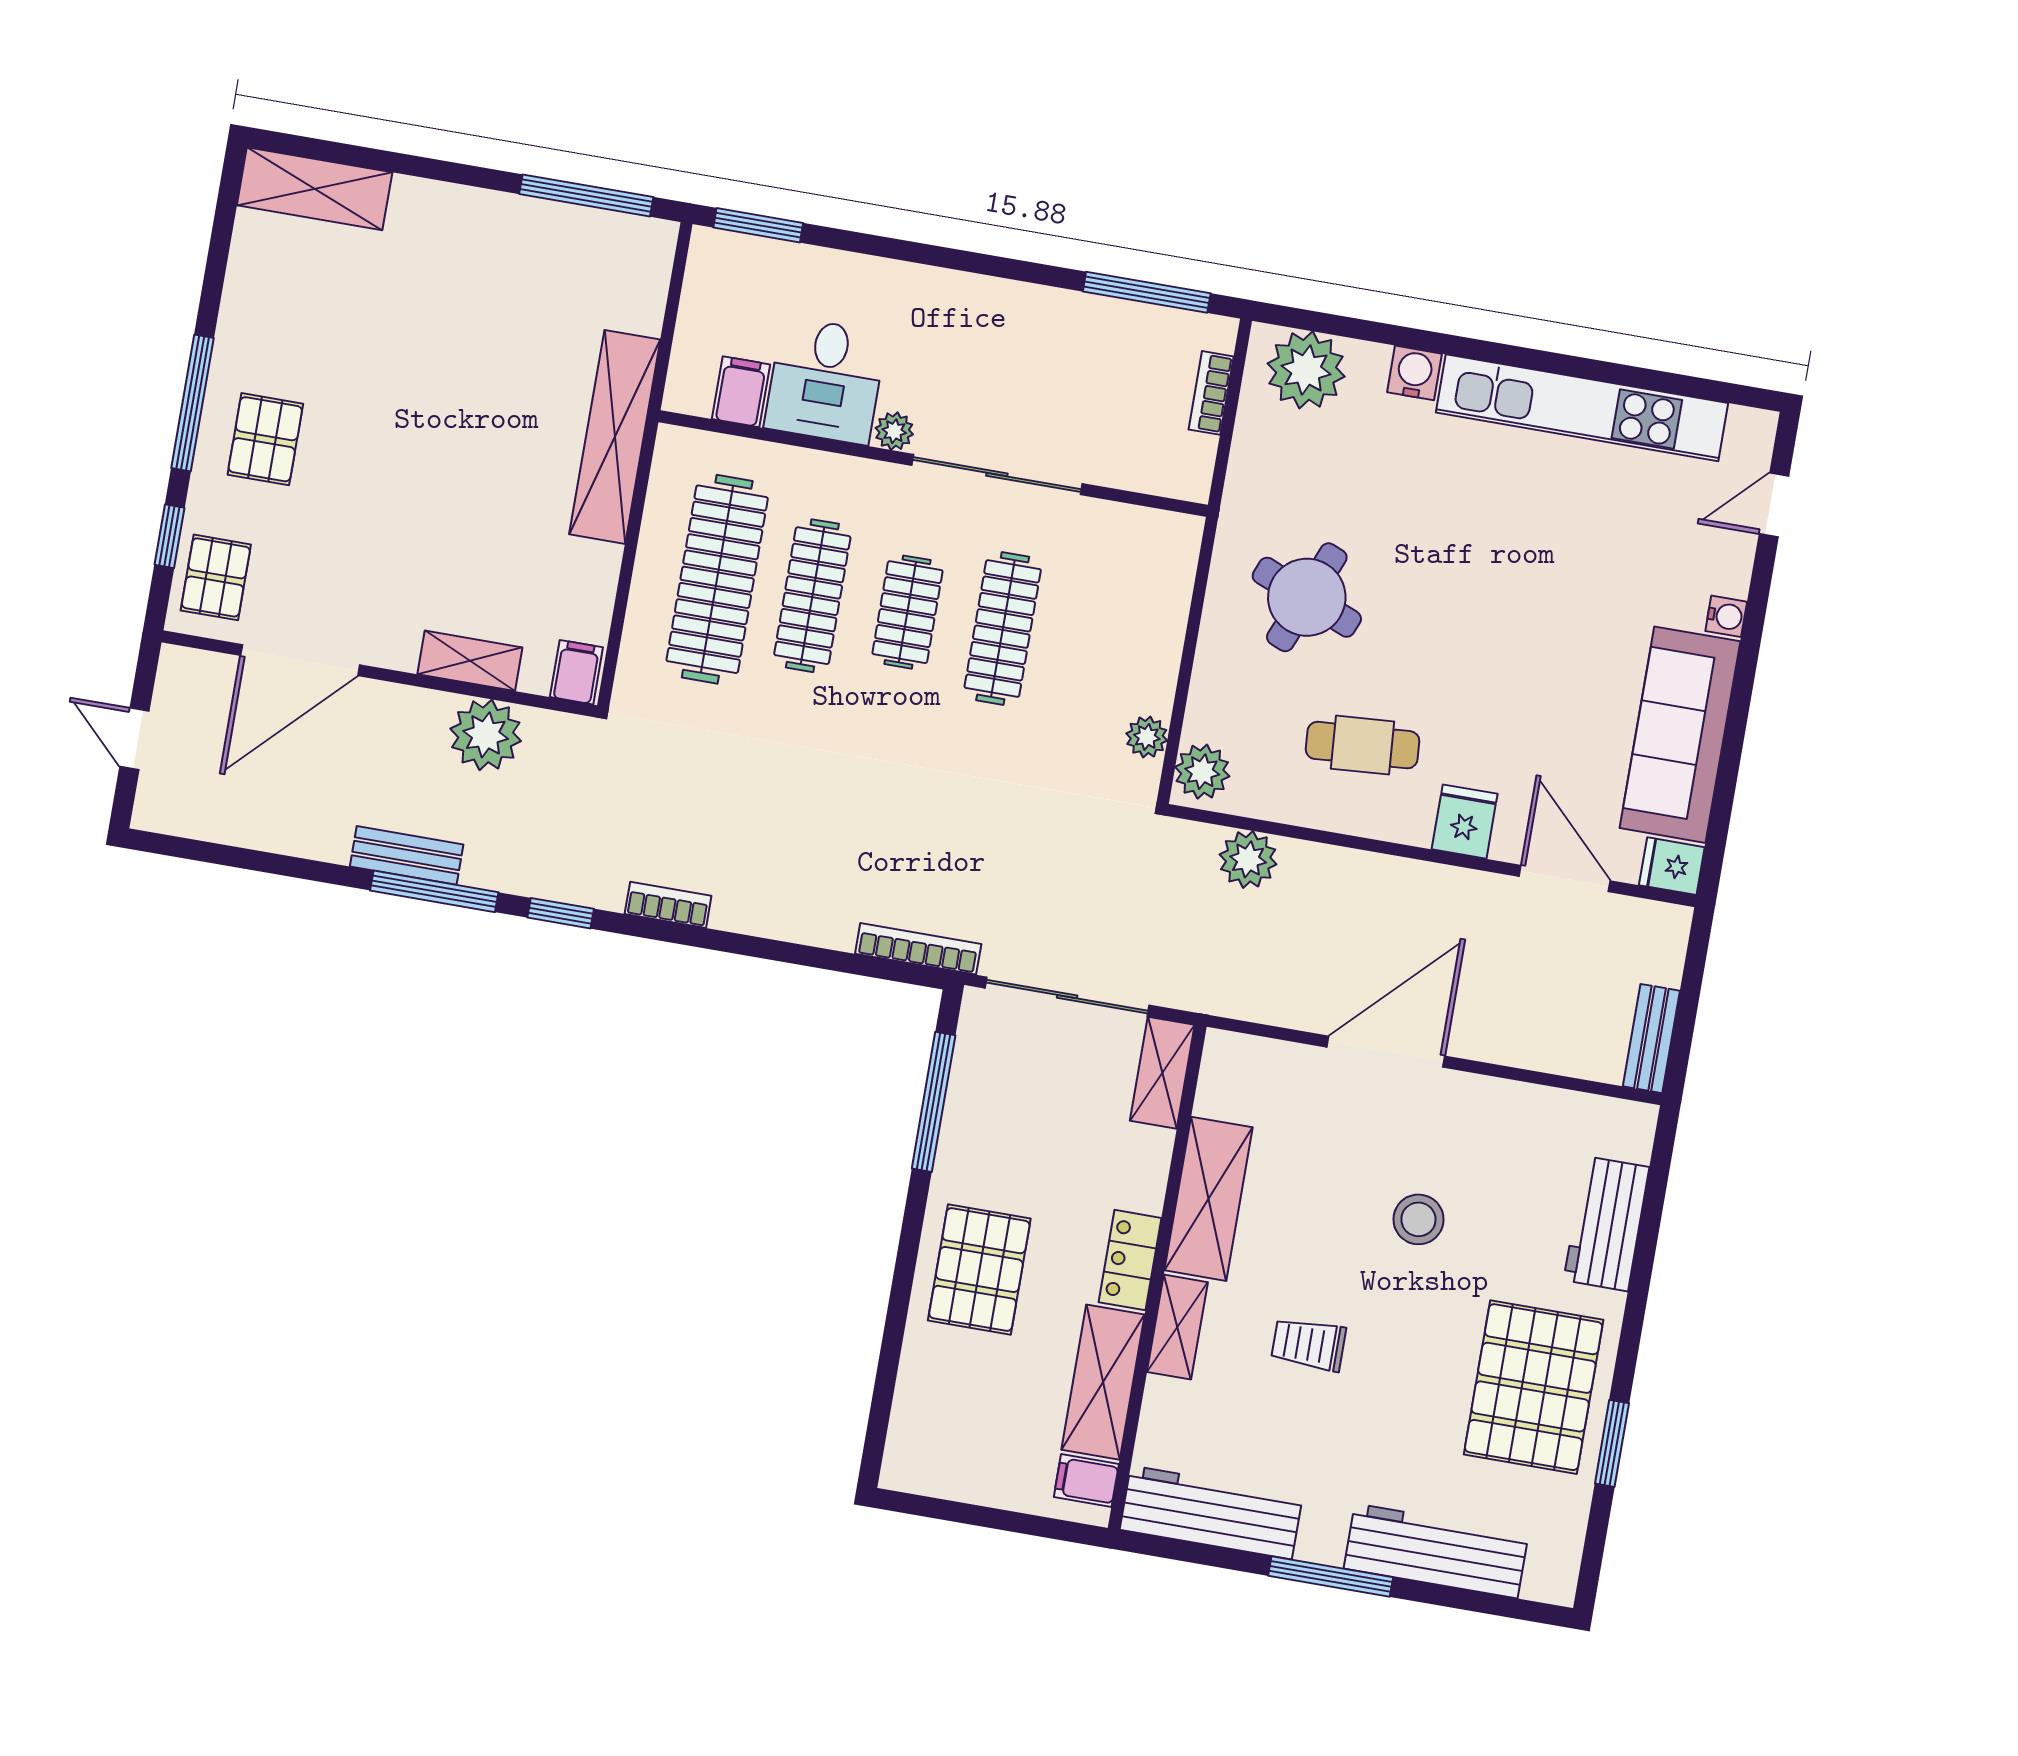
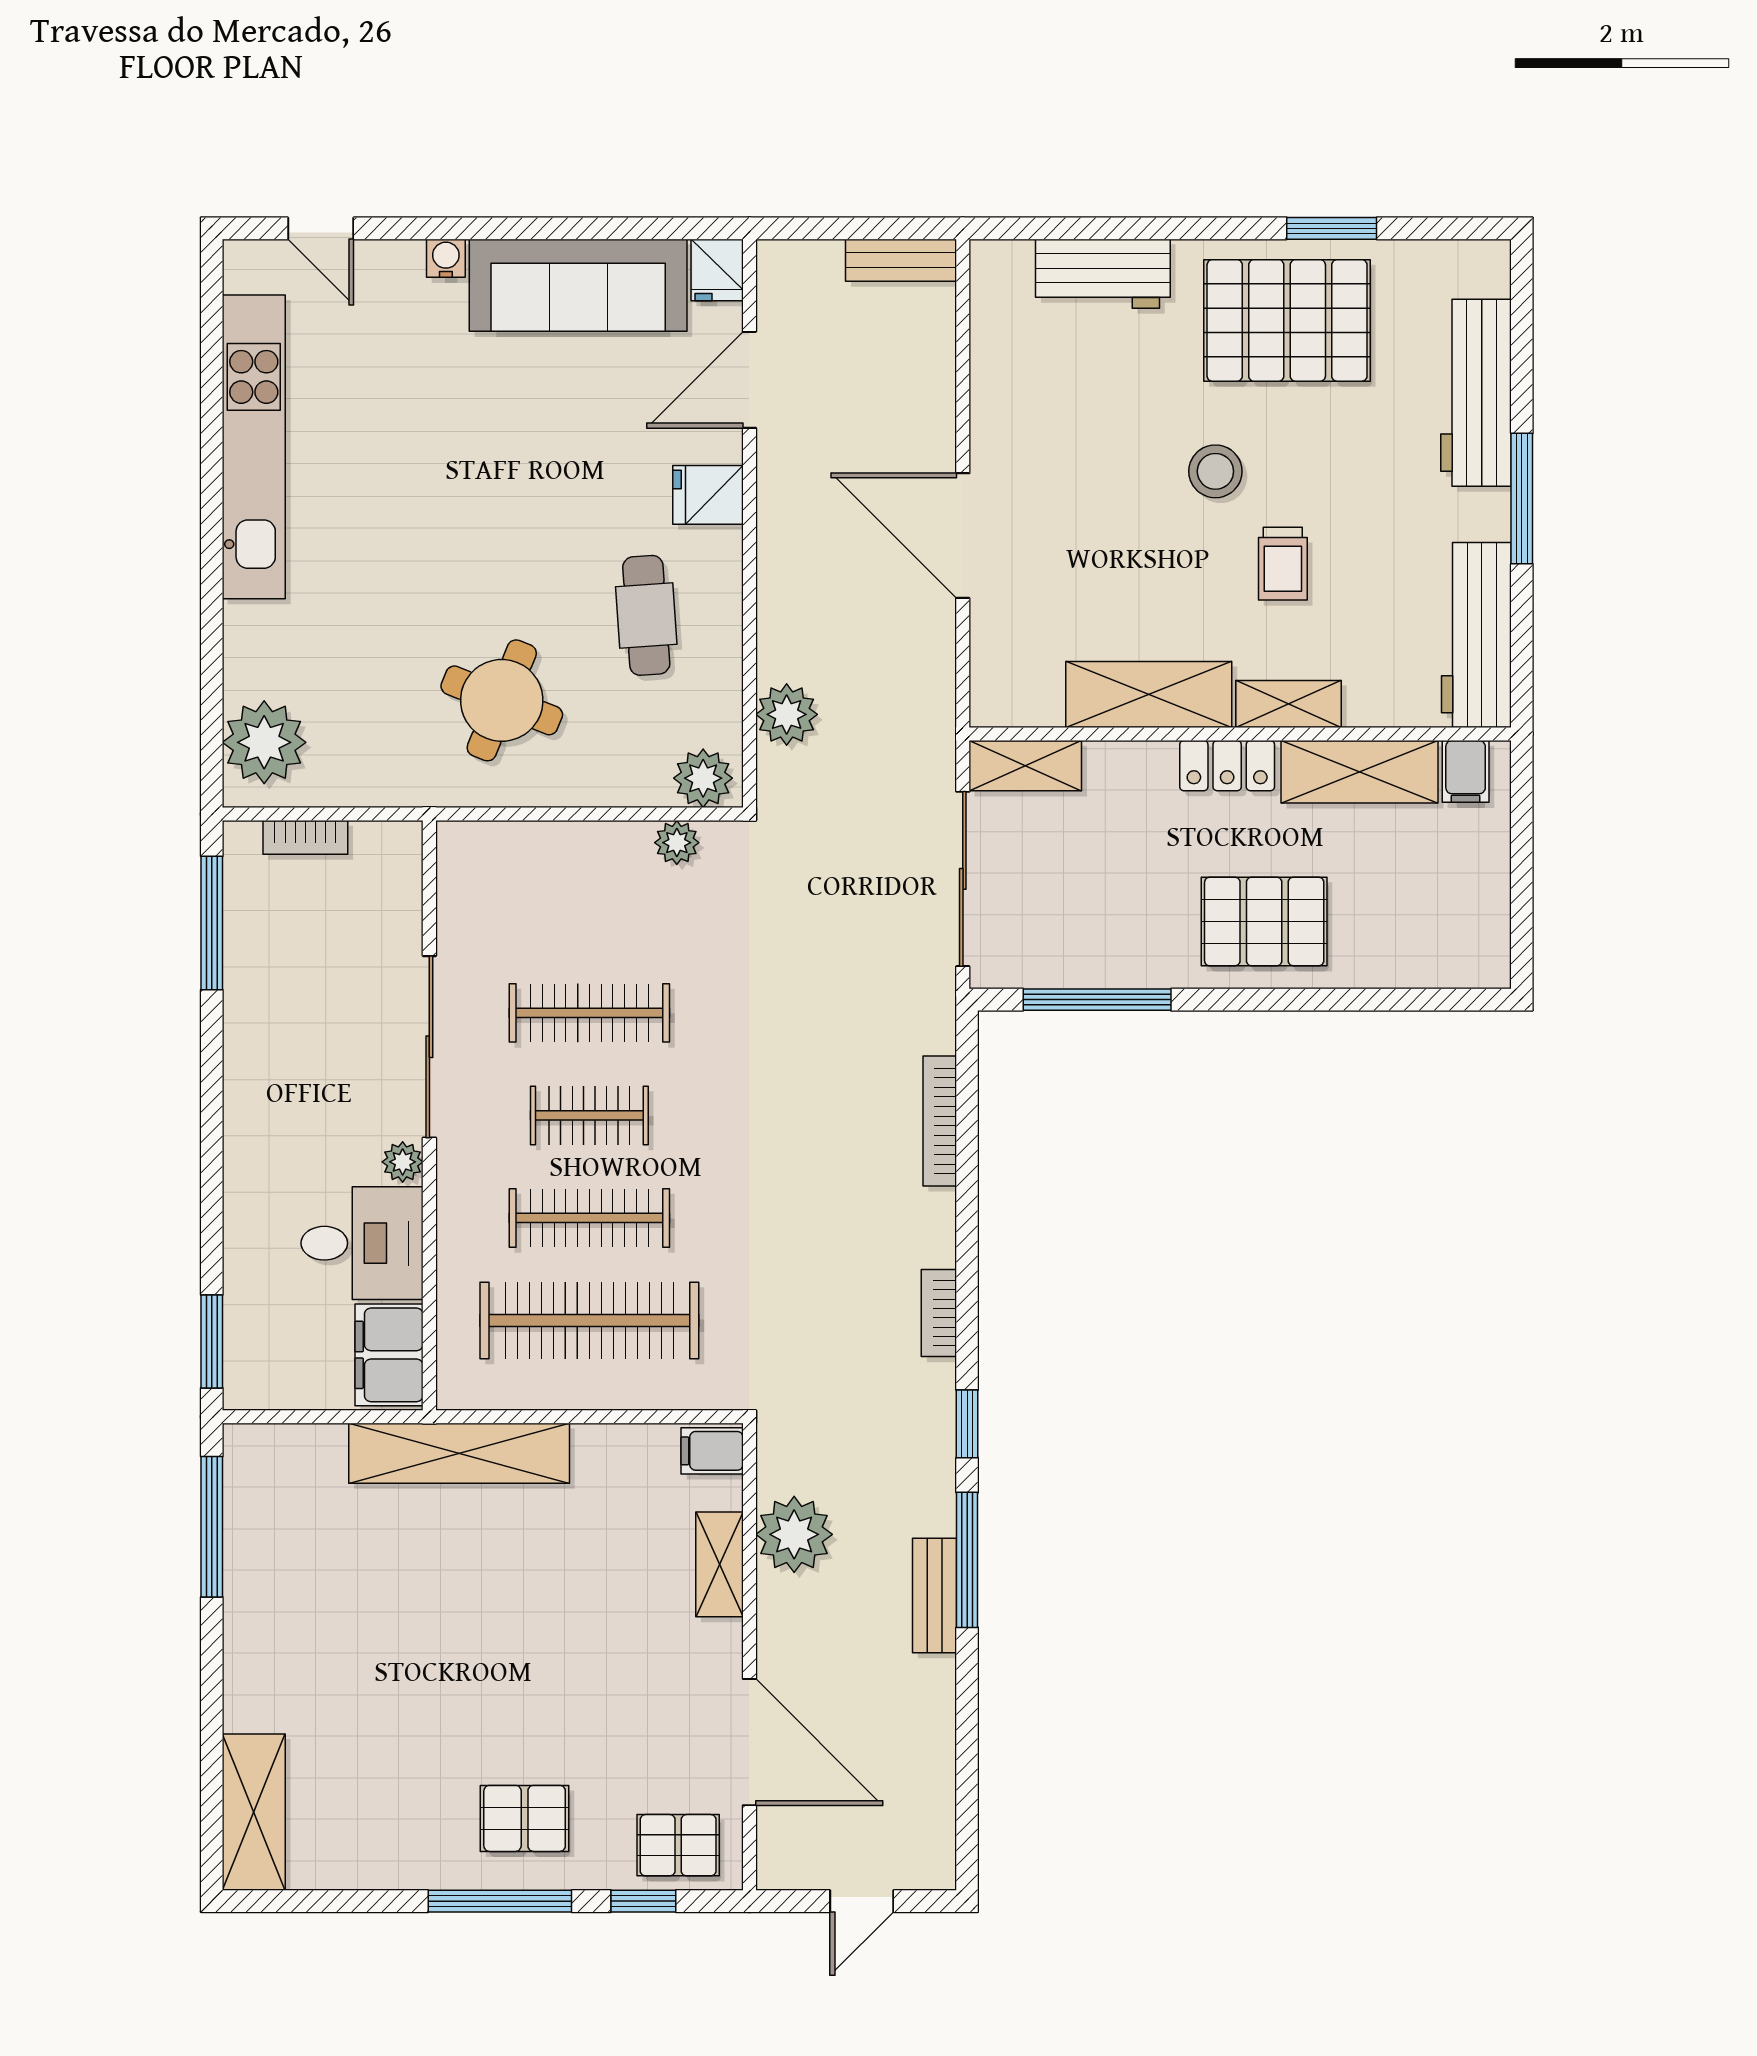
water cooler: (1414, 373) -> (248, 628), removed
filing cabinet: (741, 392) -> (389, 1355), width x2.00
bookcase: (918, 949) -> (940, 1121), moved
stool: (1418, 1219) -> (1215, 471), moved

